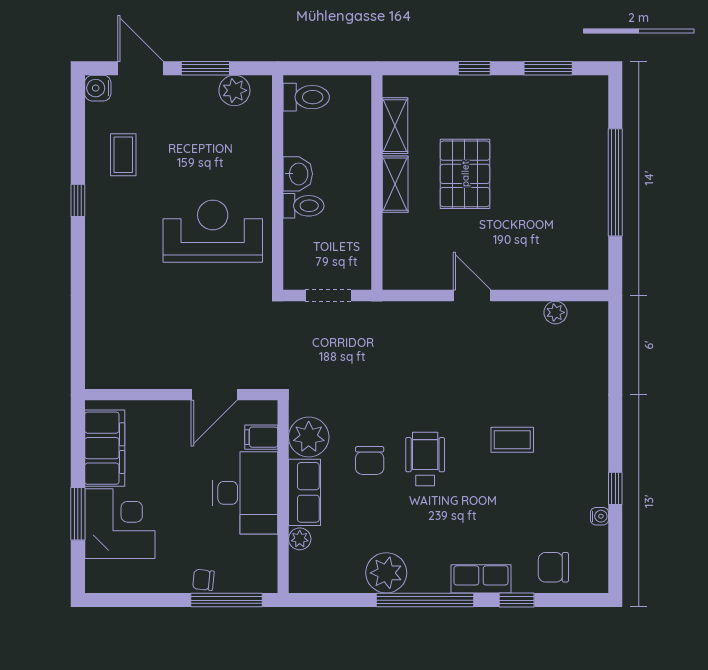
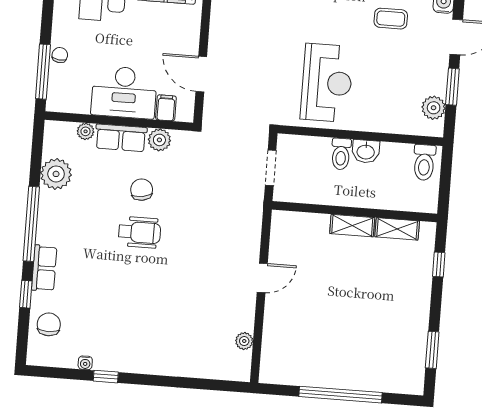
window: (474, 68) -> (439, 264), moved
pallet: (465, 174) -> (356, 280), removed
plant: (309, 437) -> (159, 140), width x0.73, depth x0.73
coffee table: (512, 440) -> (149, 300), removed
chair: (370, 461) -> (142, 190), turned 81
plant: (386, 573) -> (56, 174), moved

